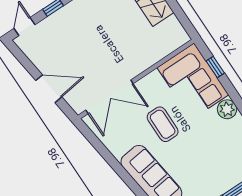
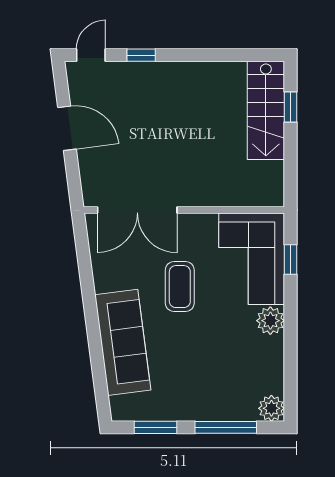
door: (49, 89) -> (67, 128), moved

